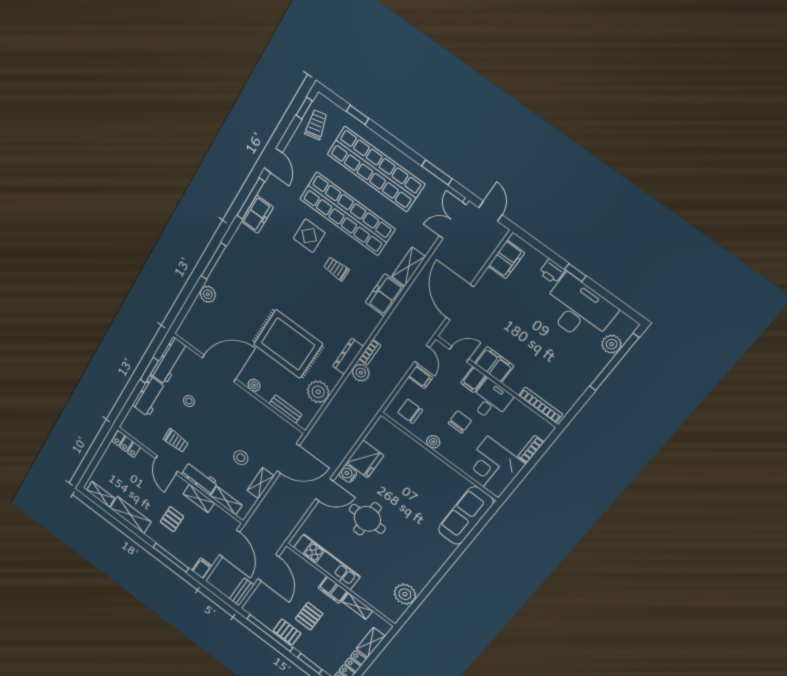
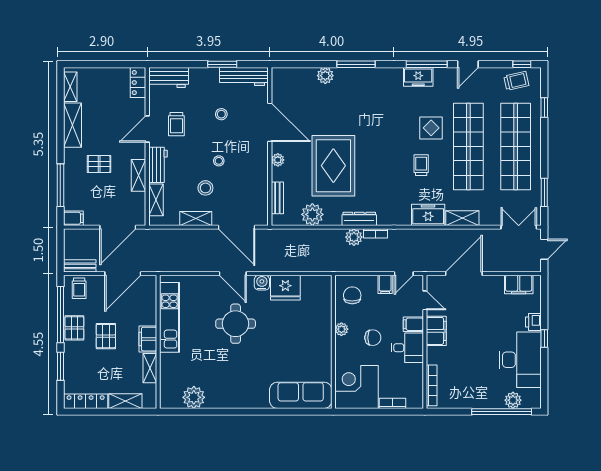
workbench: (149, 396) -> (169, 78), moved
stool: (225, 431) -> (219, 161), added
trolley: (259, 605) -> (79, 288), added
pallet: (309, 616) -> (106, 336), turned 90

